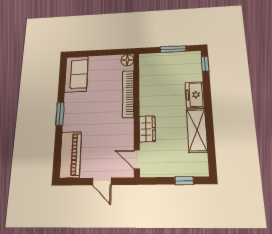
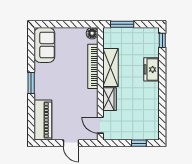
window: (173, 49) -> (122, 24), moved
shelving: (197, 130) -> (110, 67), moved

